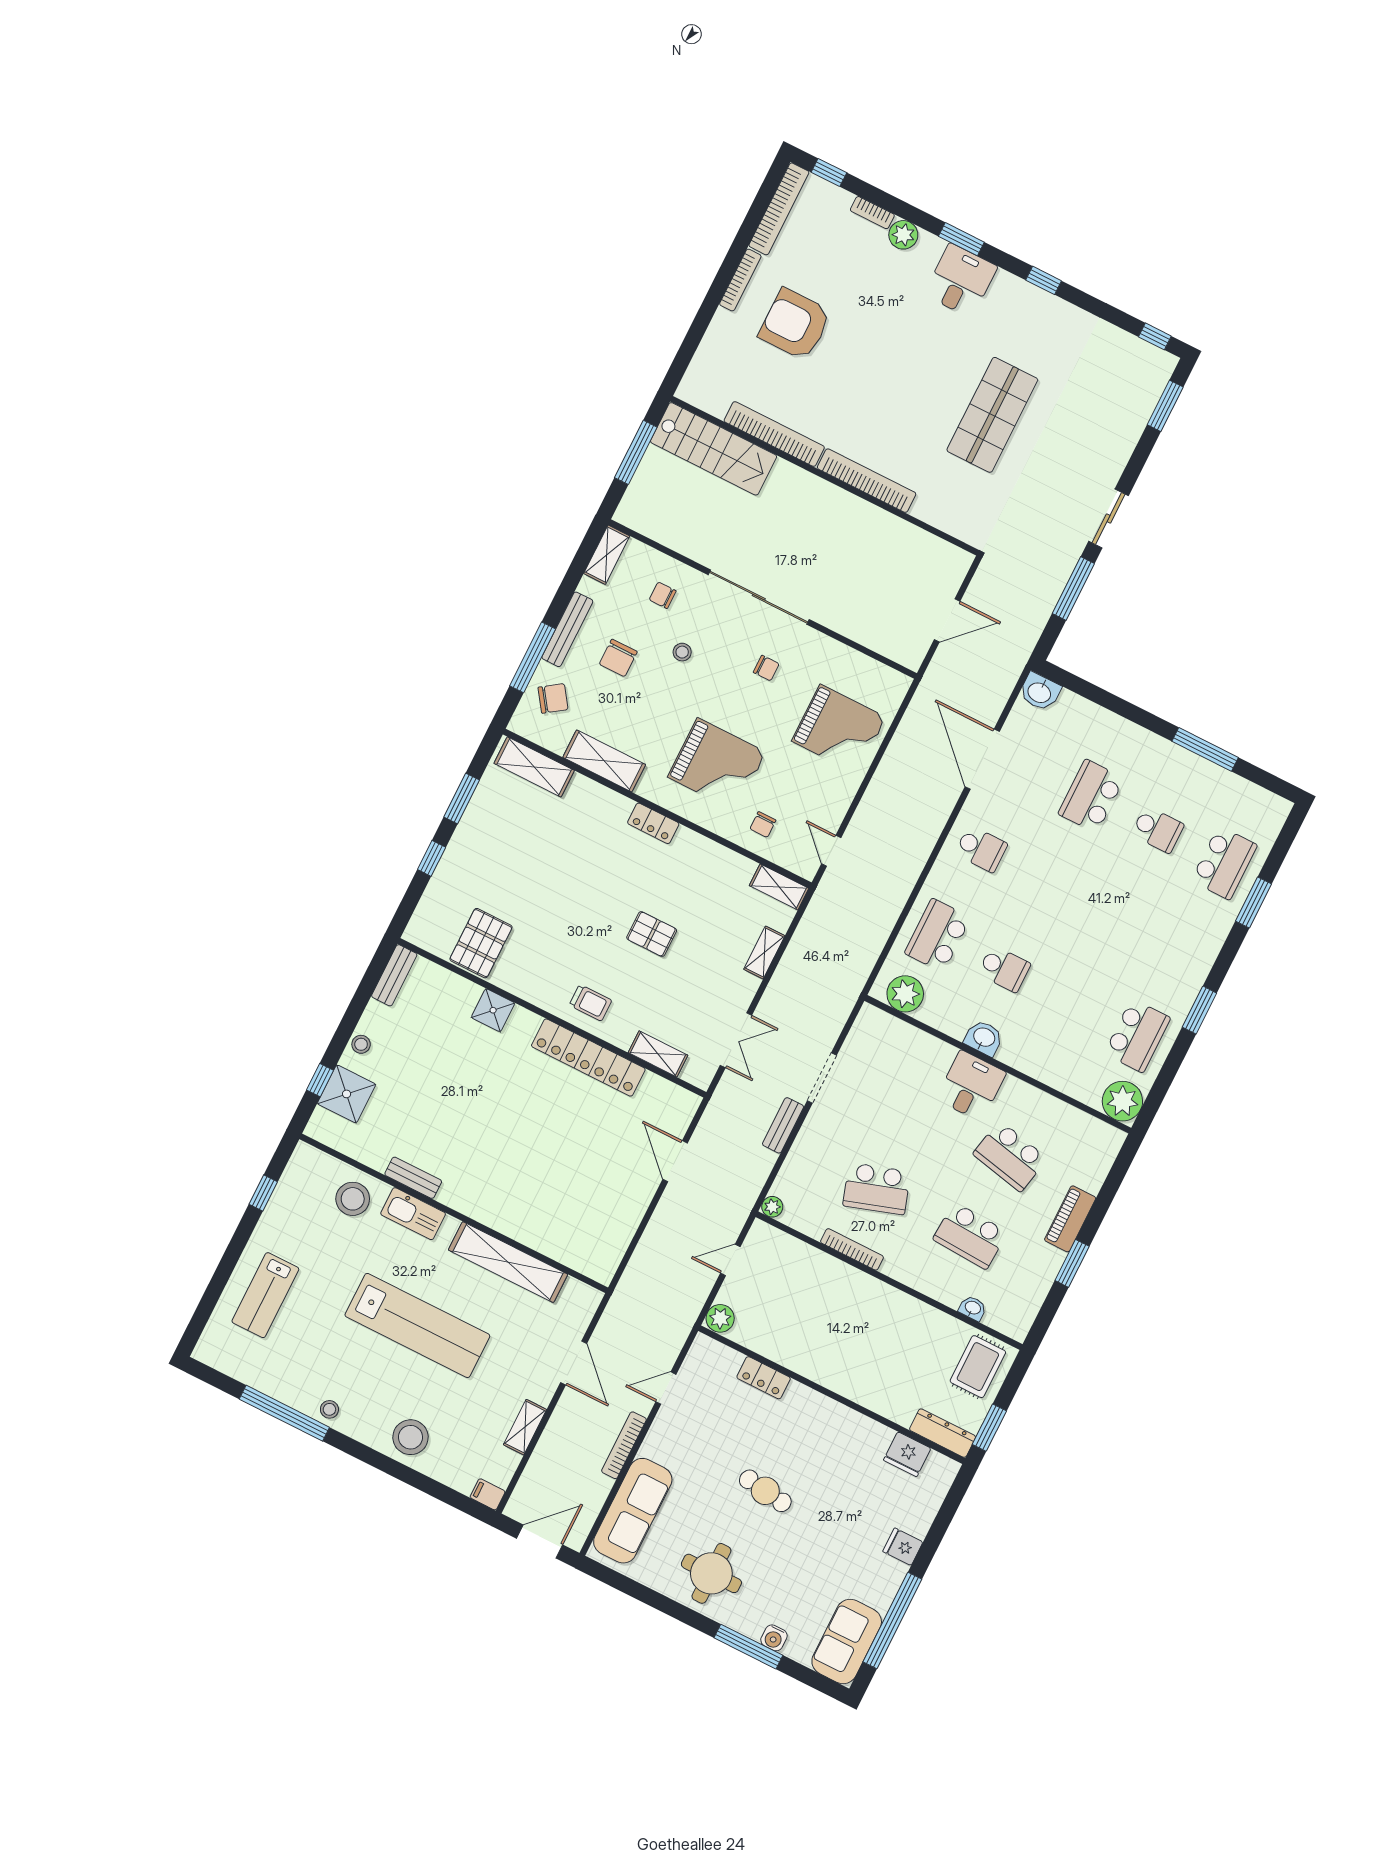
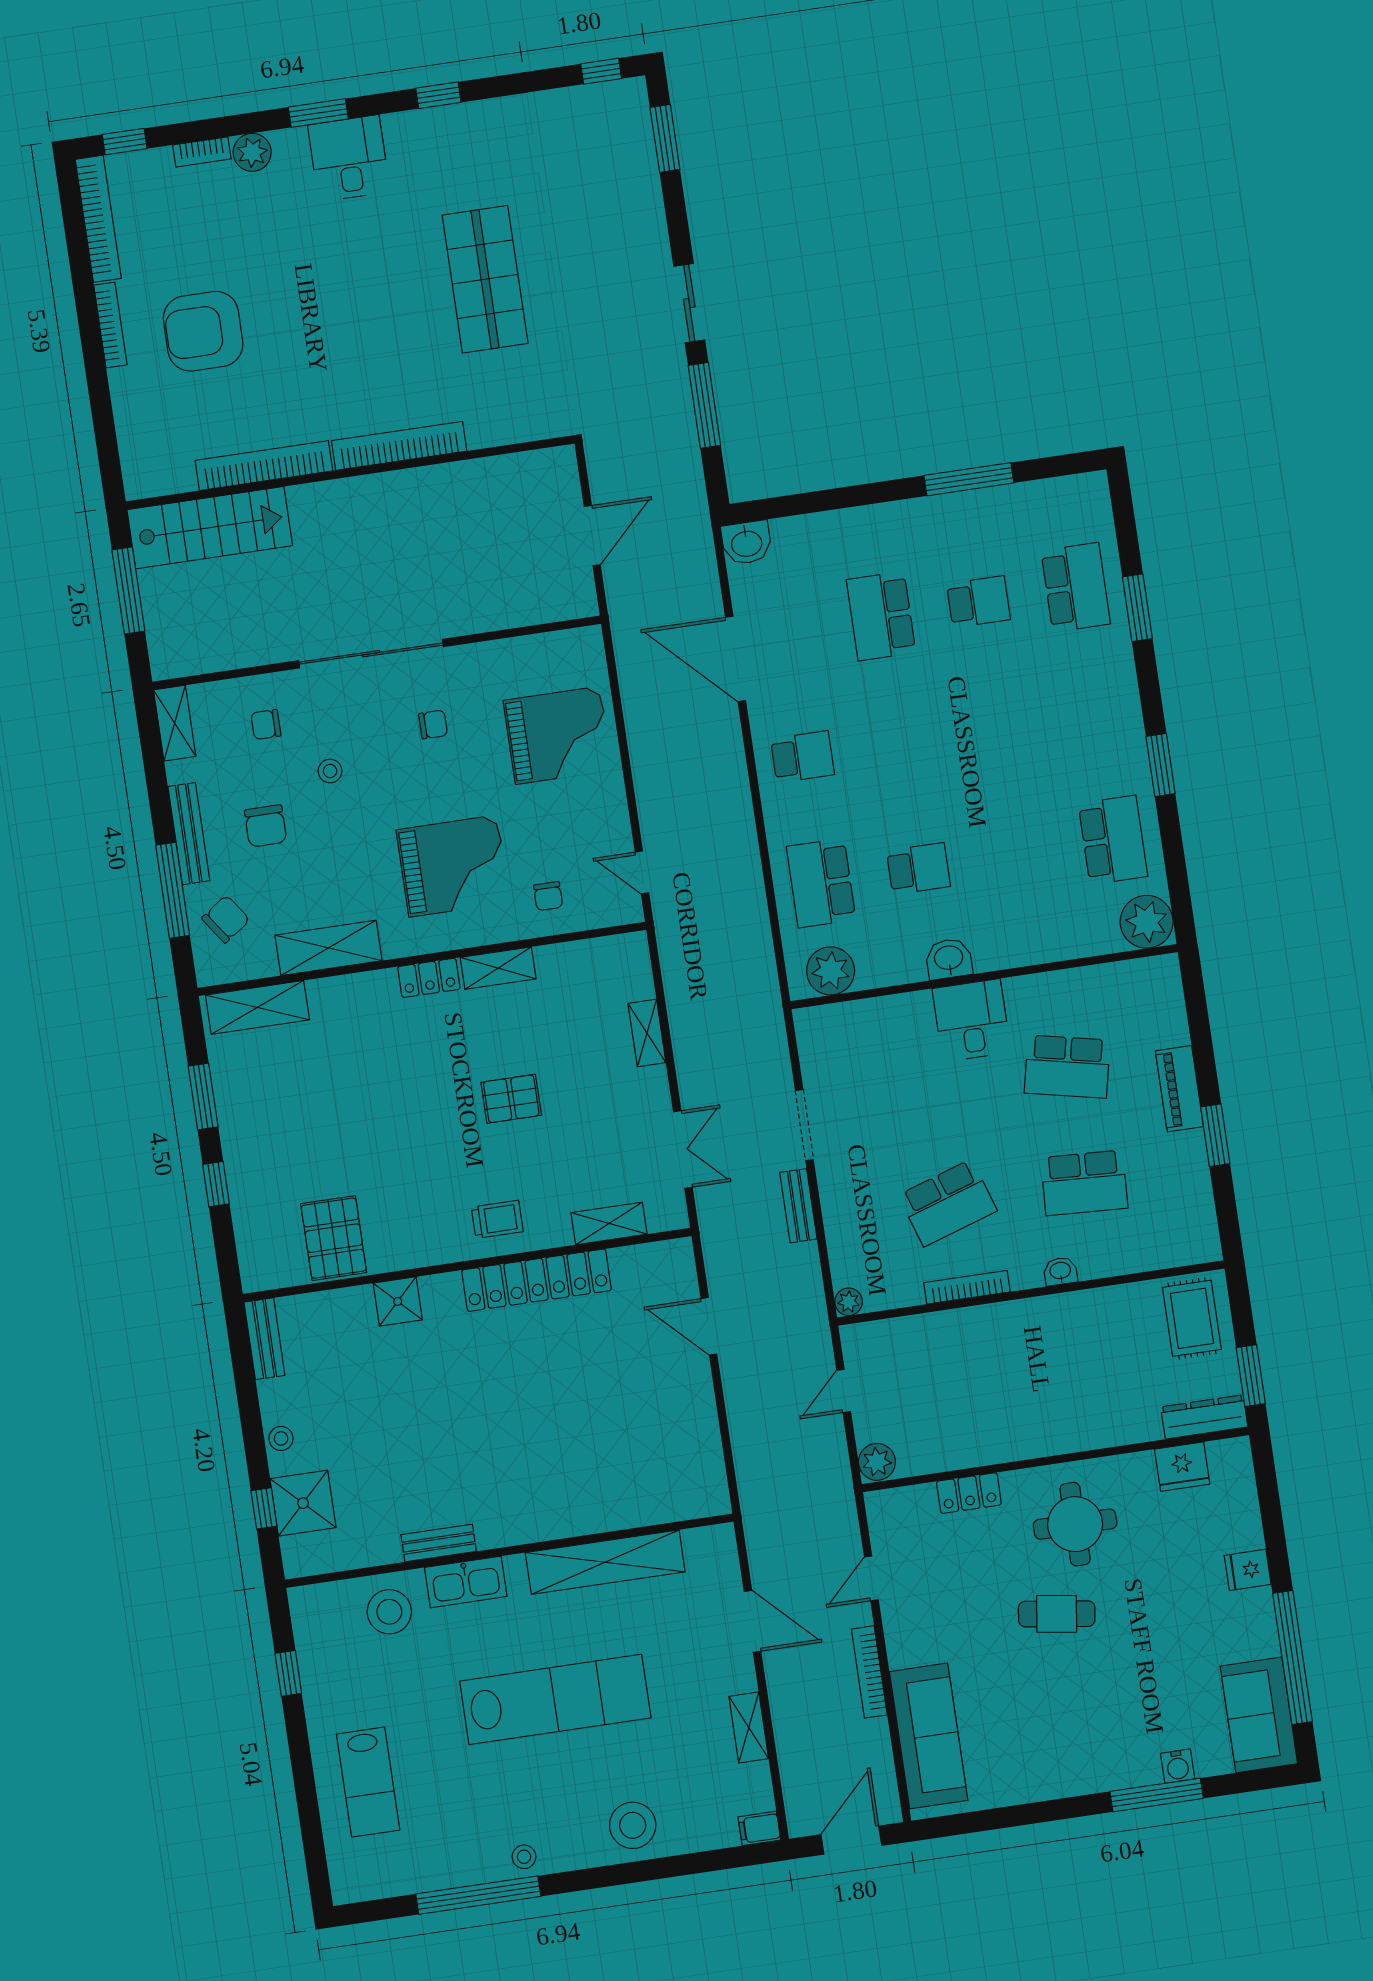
shelving: (779, 887) -> (498, 968), moved
washbasin: (973, 1308) -> (1060, 1271), moved
round table: (711, 1573) -> (1075, 1524), moved

